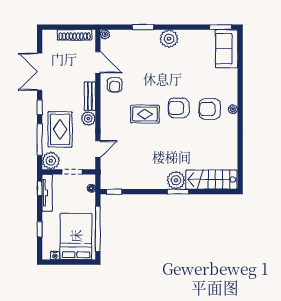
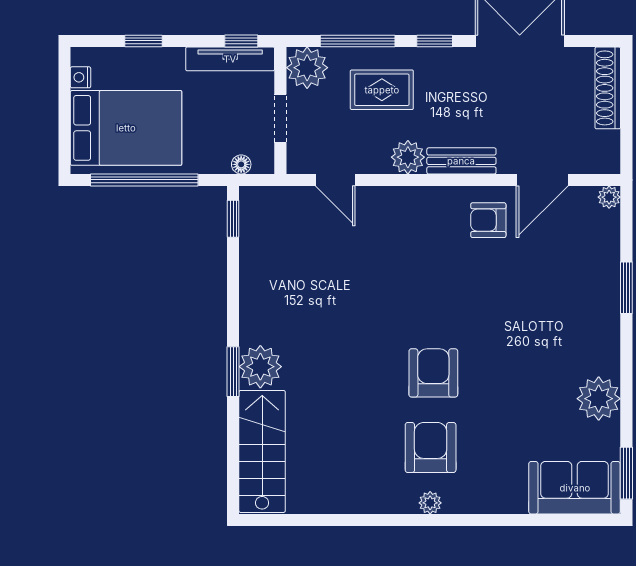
shoe rack: (75, 35) -> (608, 88), moved
plant: (169, 39) -> (599, 399), moved
rug: (145, 114) -> (418, 293), removed
rug: (60, 129) -> (382, 90), width x0.73, depth x0.70

